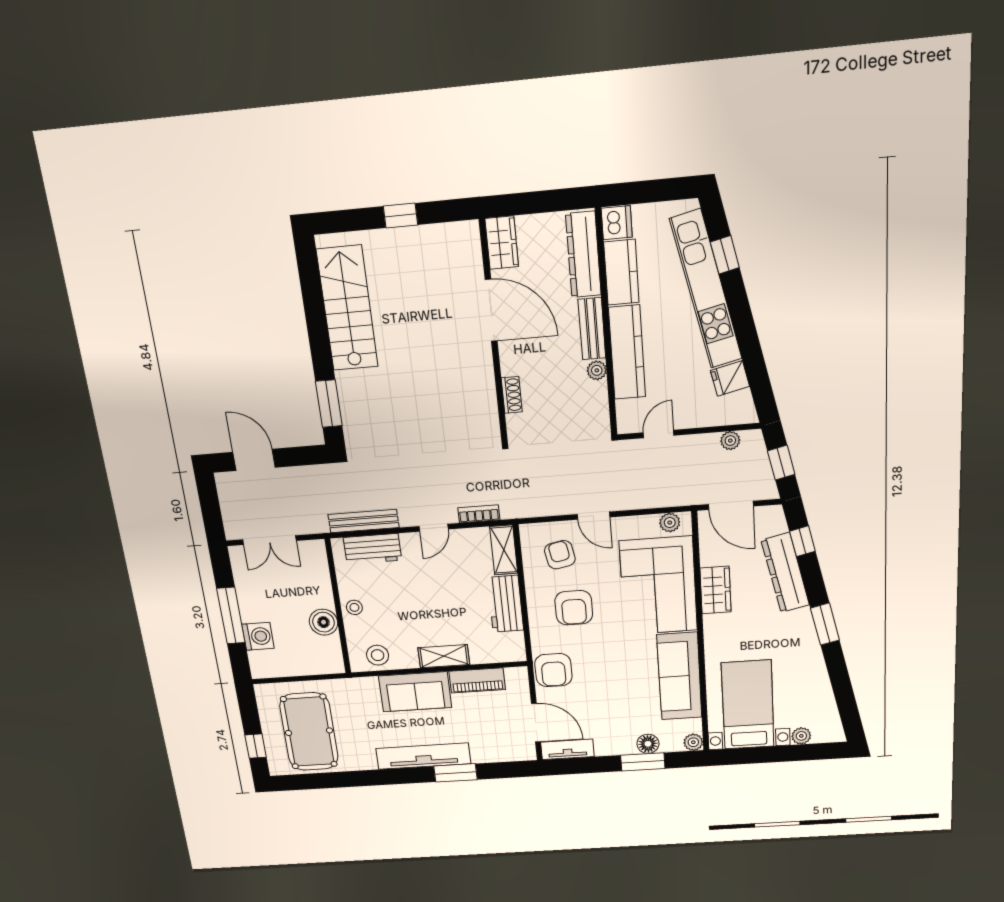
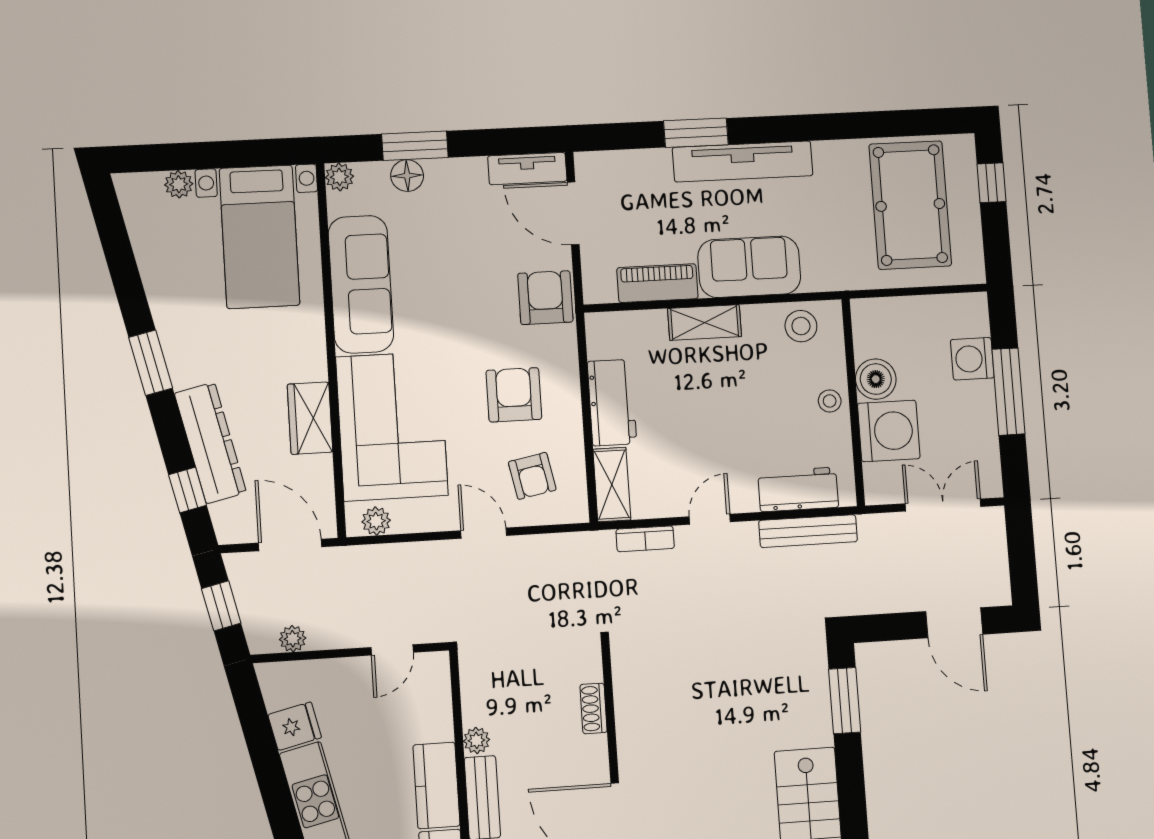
kitchen counter: (627, 352) -> (436, 785), width x0.67
washing machine: (312, 589) -> (889, 431), added

